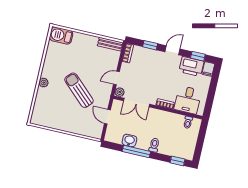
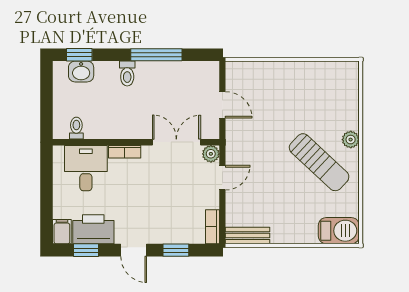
door: (172, 50) -> (134, 250), hinge flipped
sun lounger: (79, 90) -> (319, 162), moved
washbasin: (129, 140) -> (81, 72), moved

